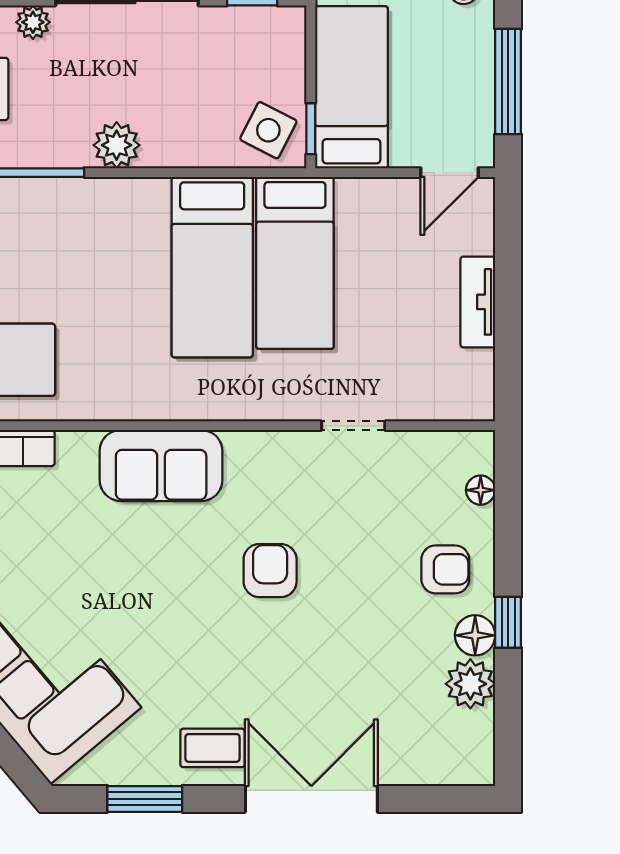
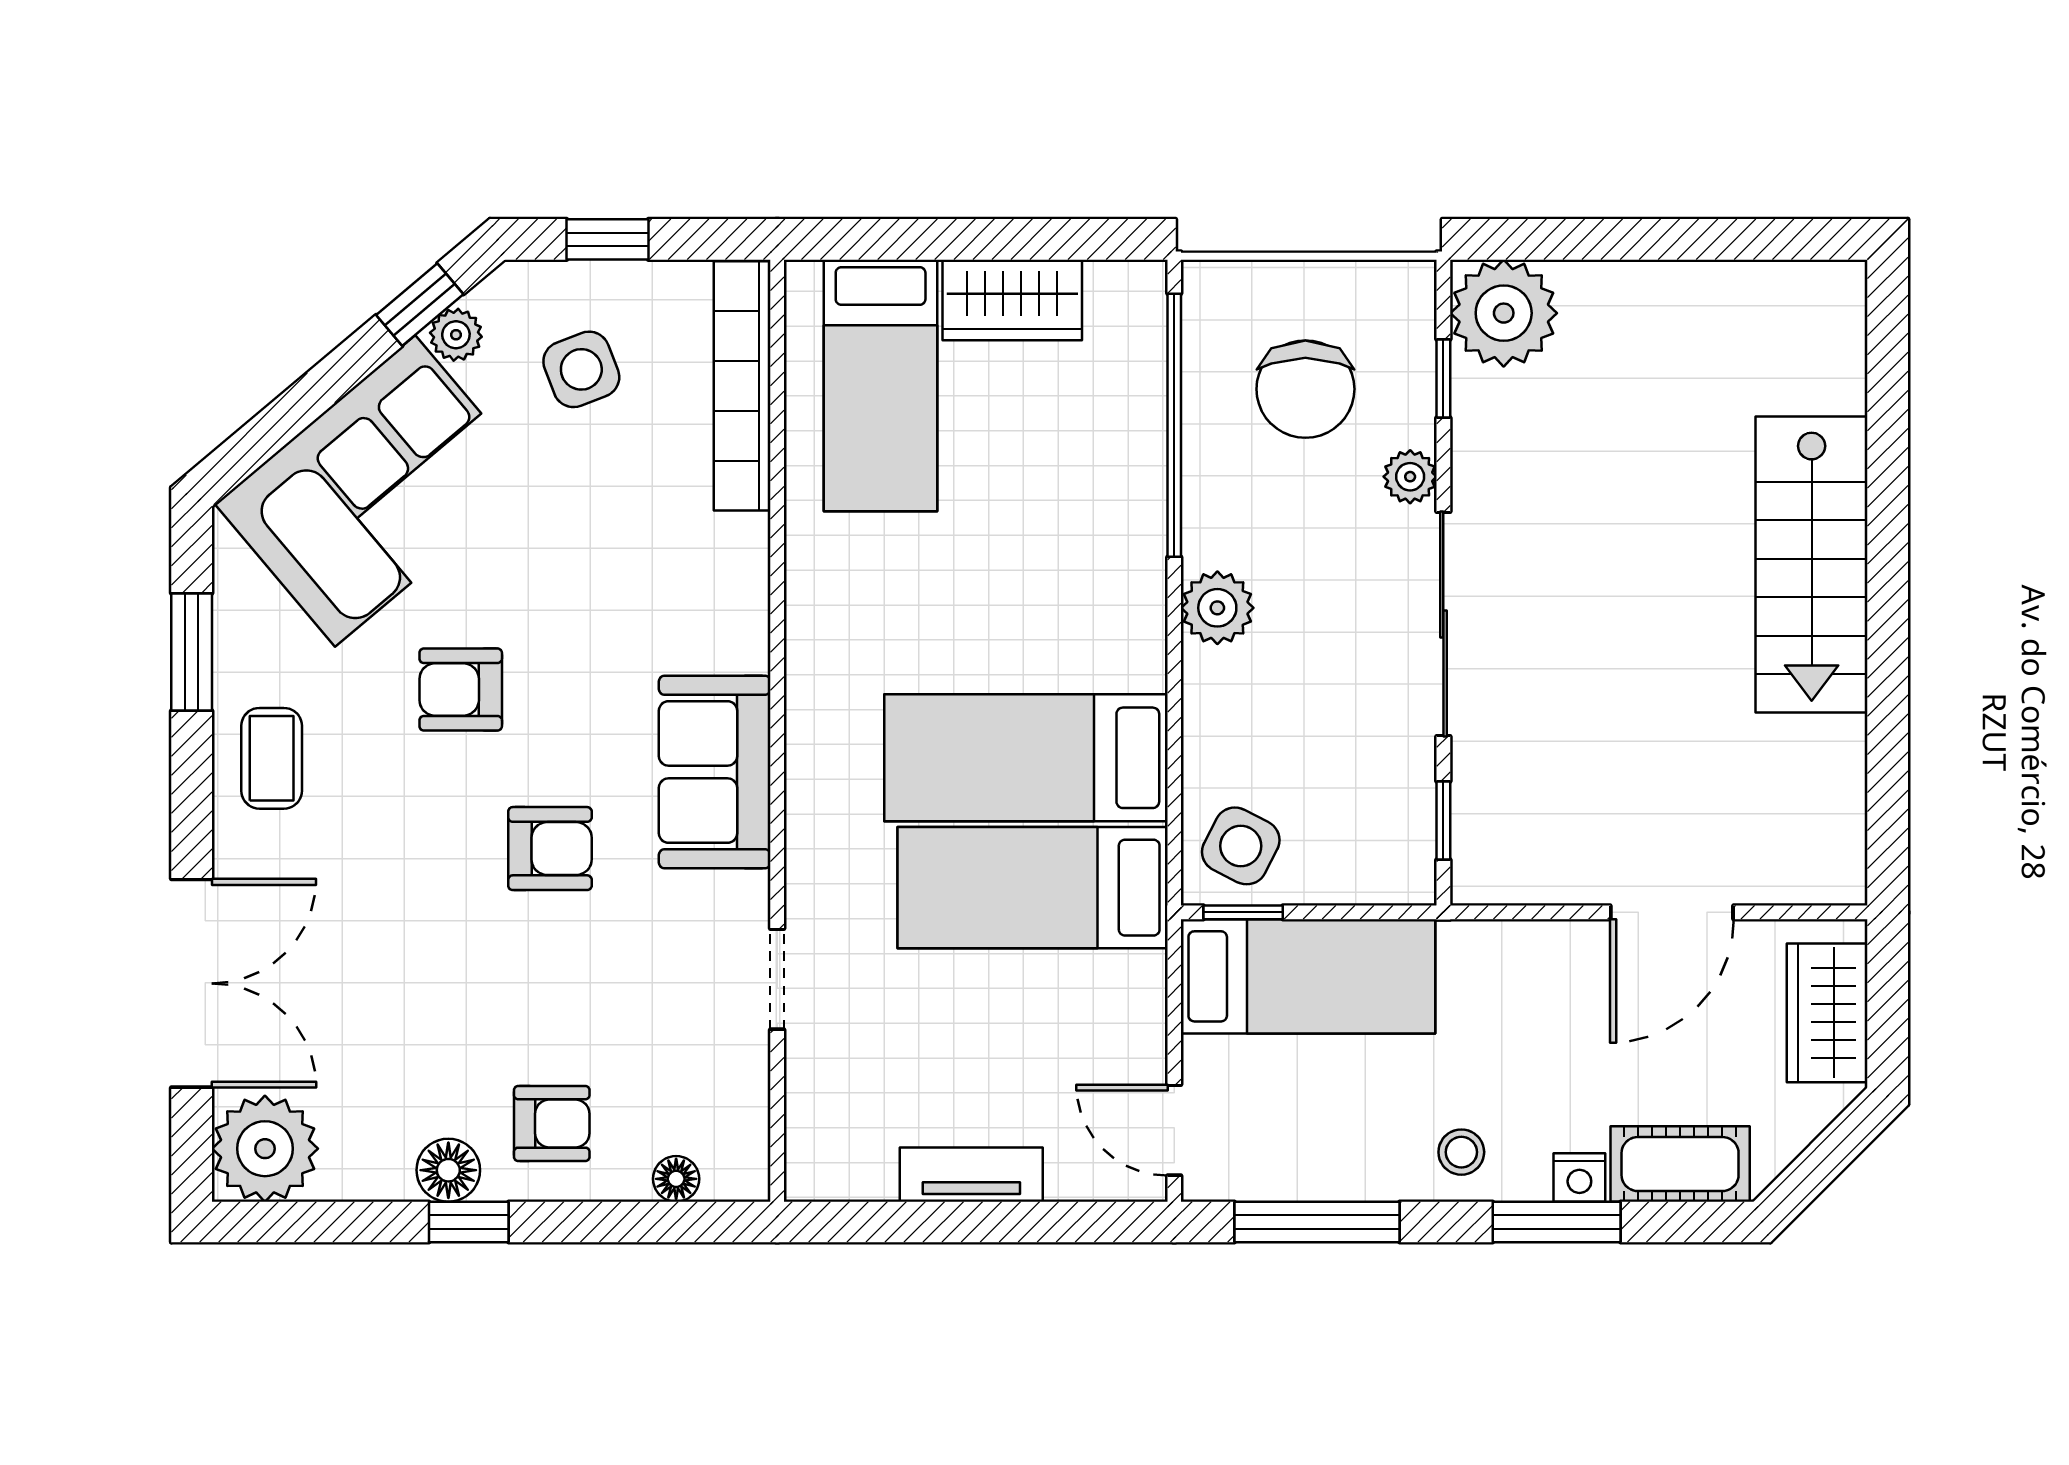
sofa: (161, 466) -> (715, 772), moved
armchair: (445, 569) -> (552, 1123), turned -90
armchair: (169, 627) -> (461, 690), added
plant: (470, 684) -> (265, 1149), moved, width x1.36, depth x1.36
double door: (311, 799) -> (192, 983), moved

